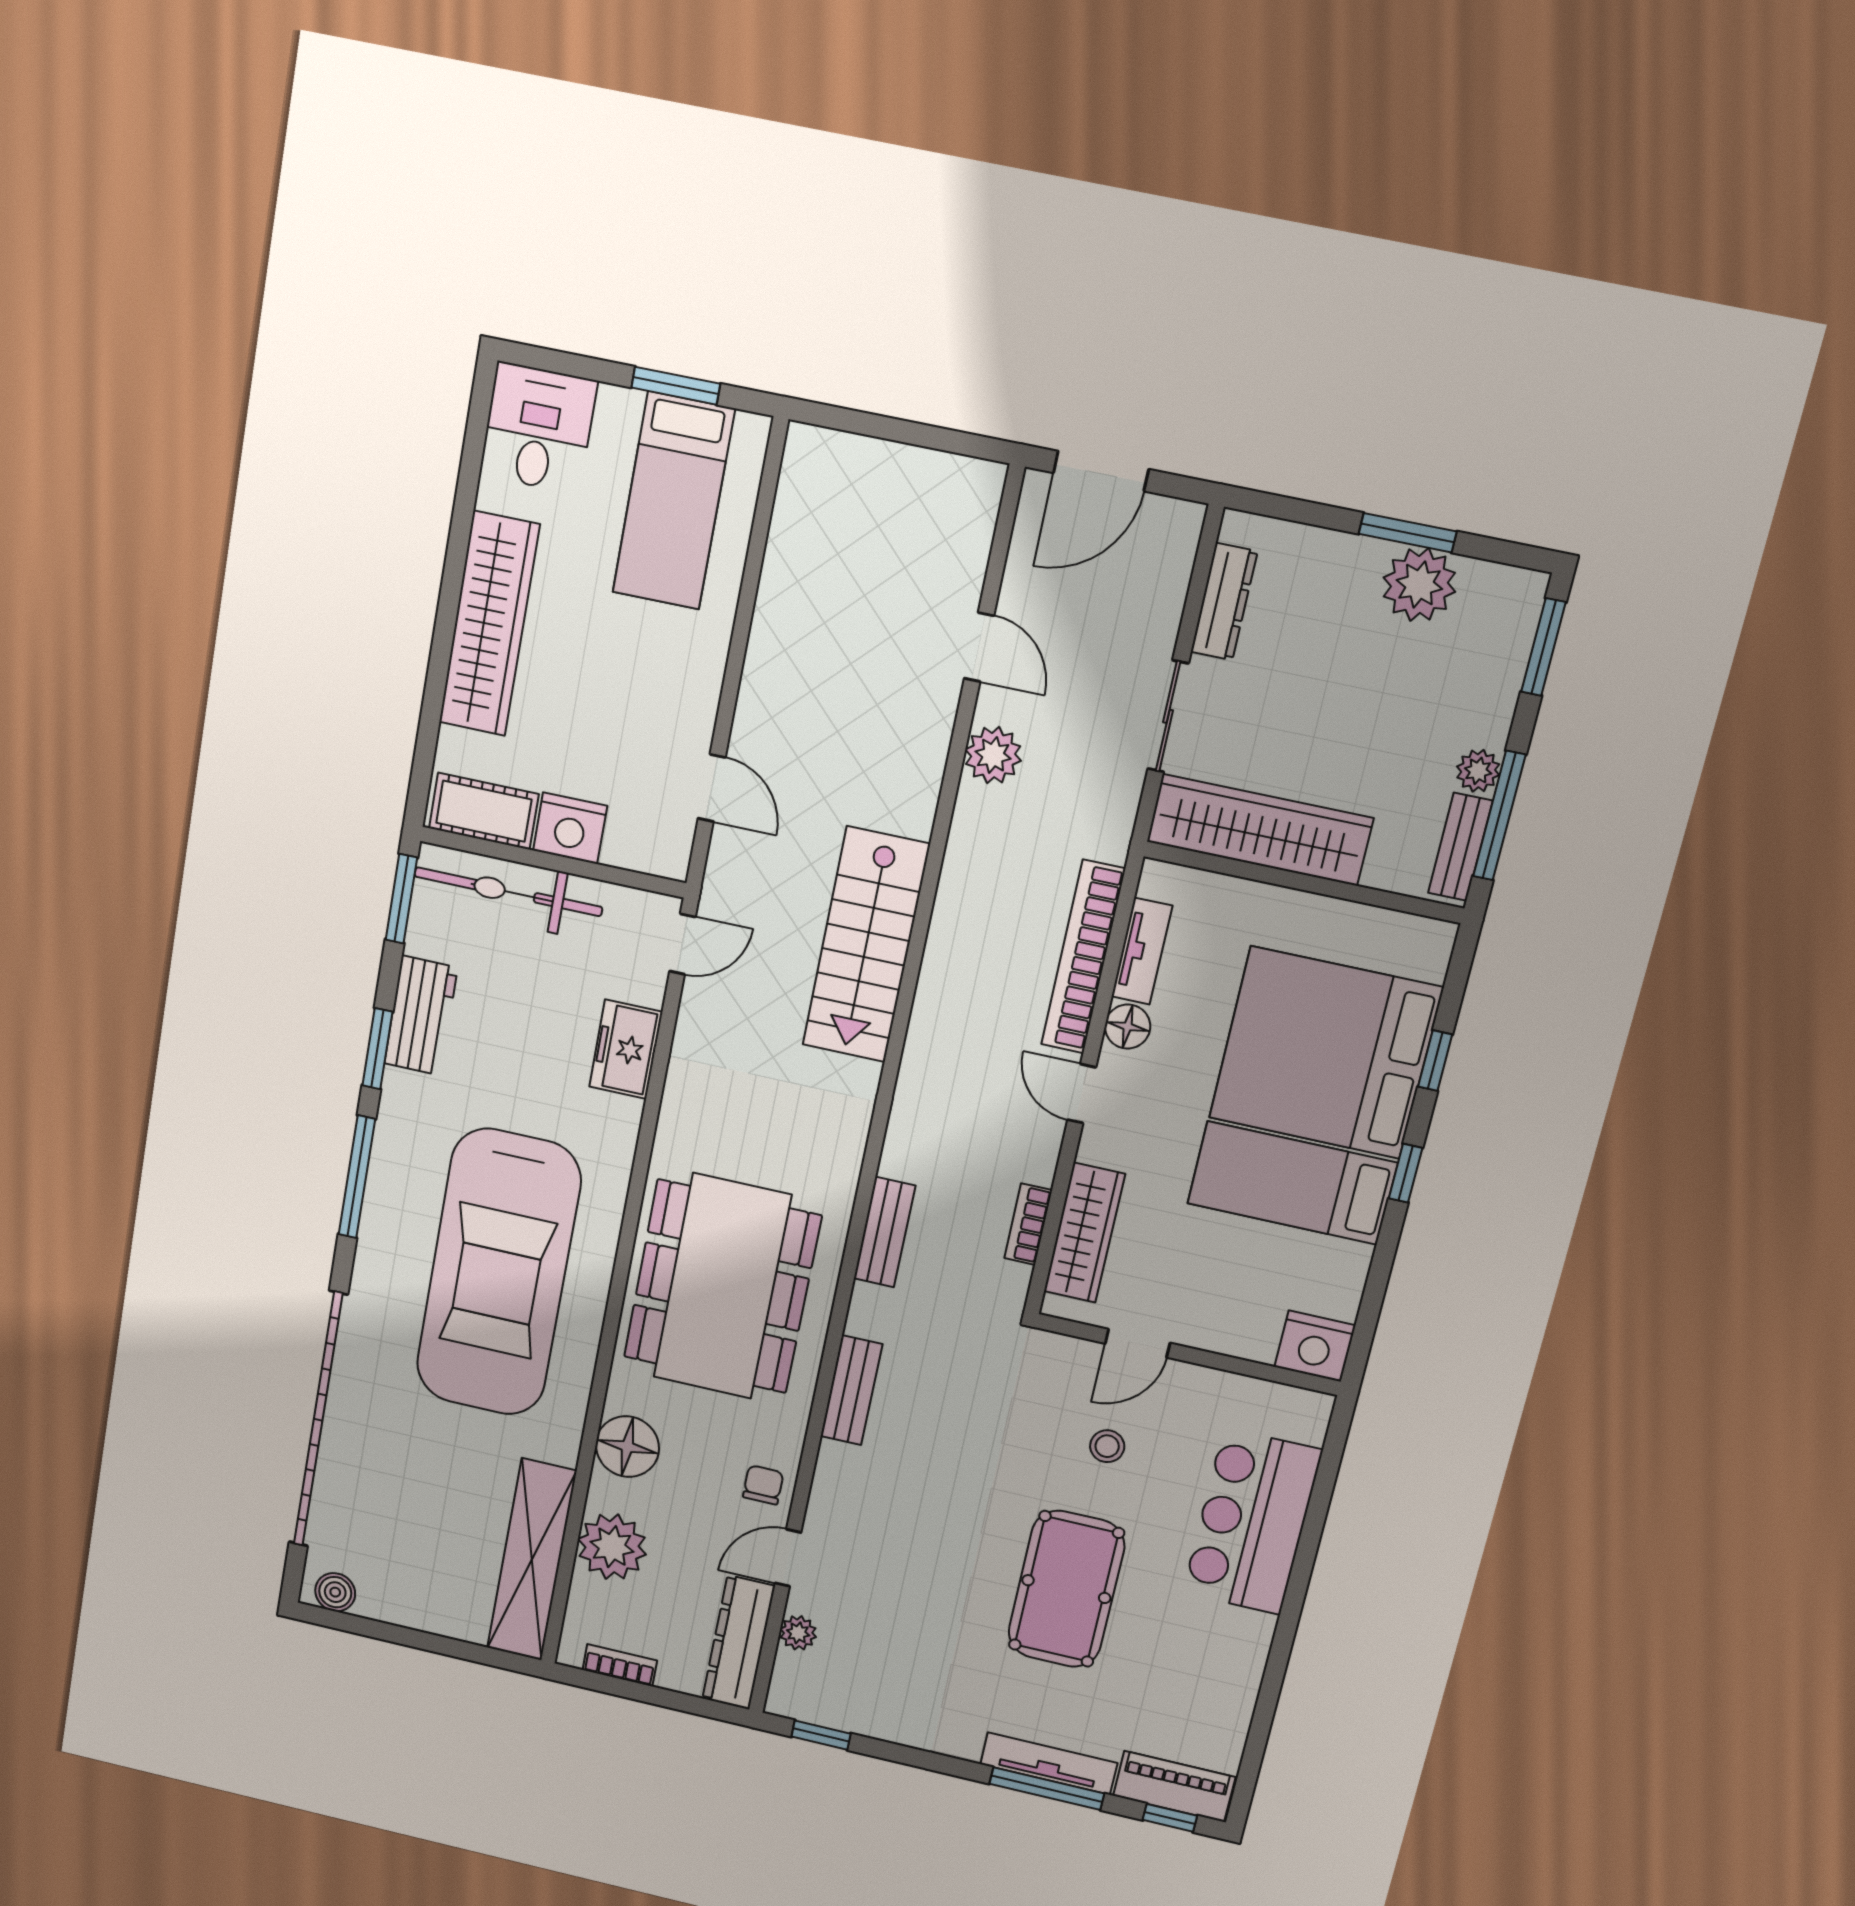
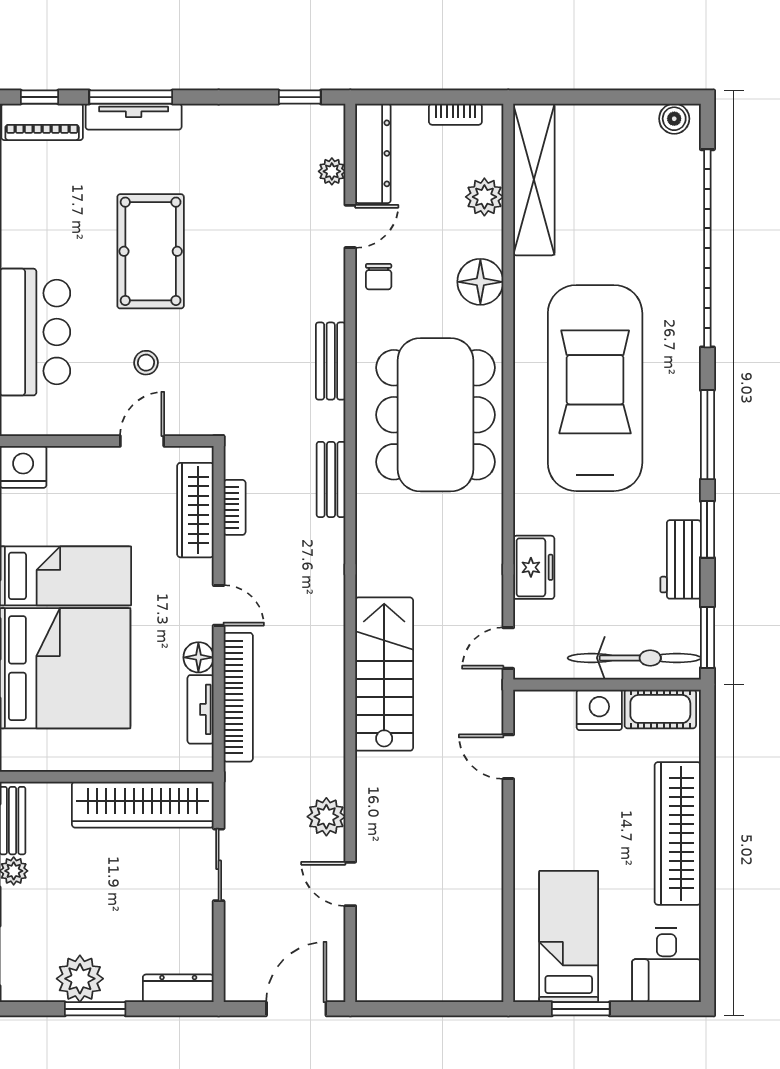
dresser: (1224, 602) -> (178, 988), moved, turned 90
plant: (612, 1547) -> (484, 197), width x0.73, depth x0.73

